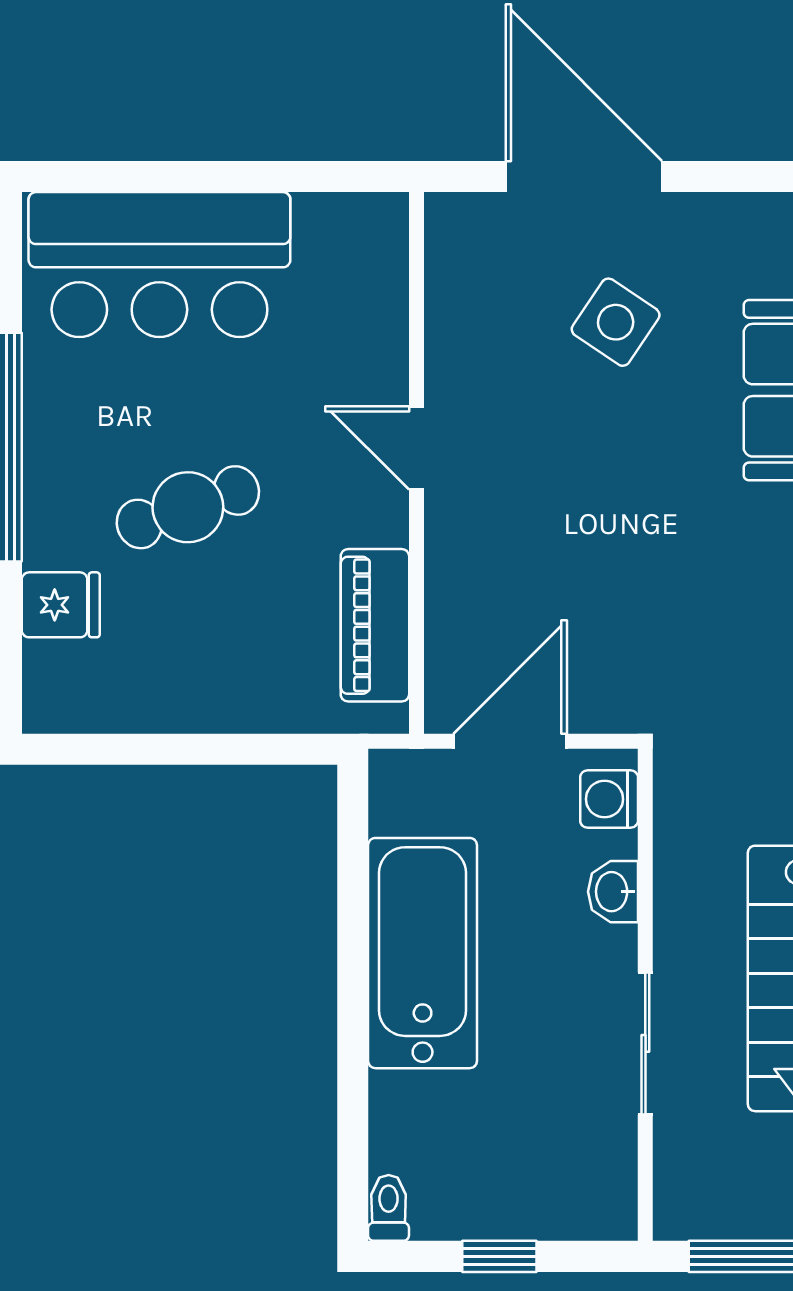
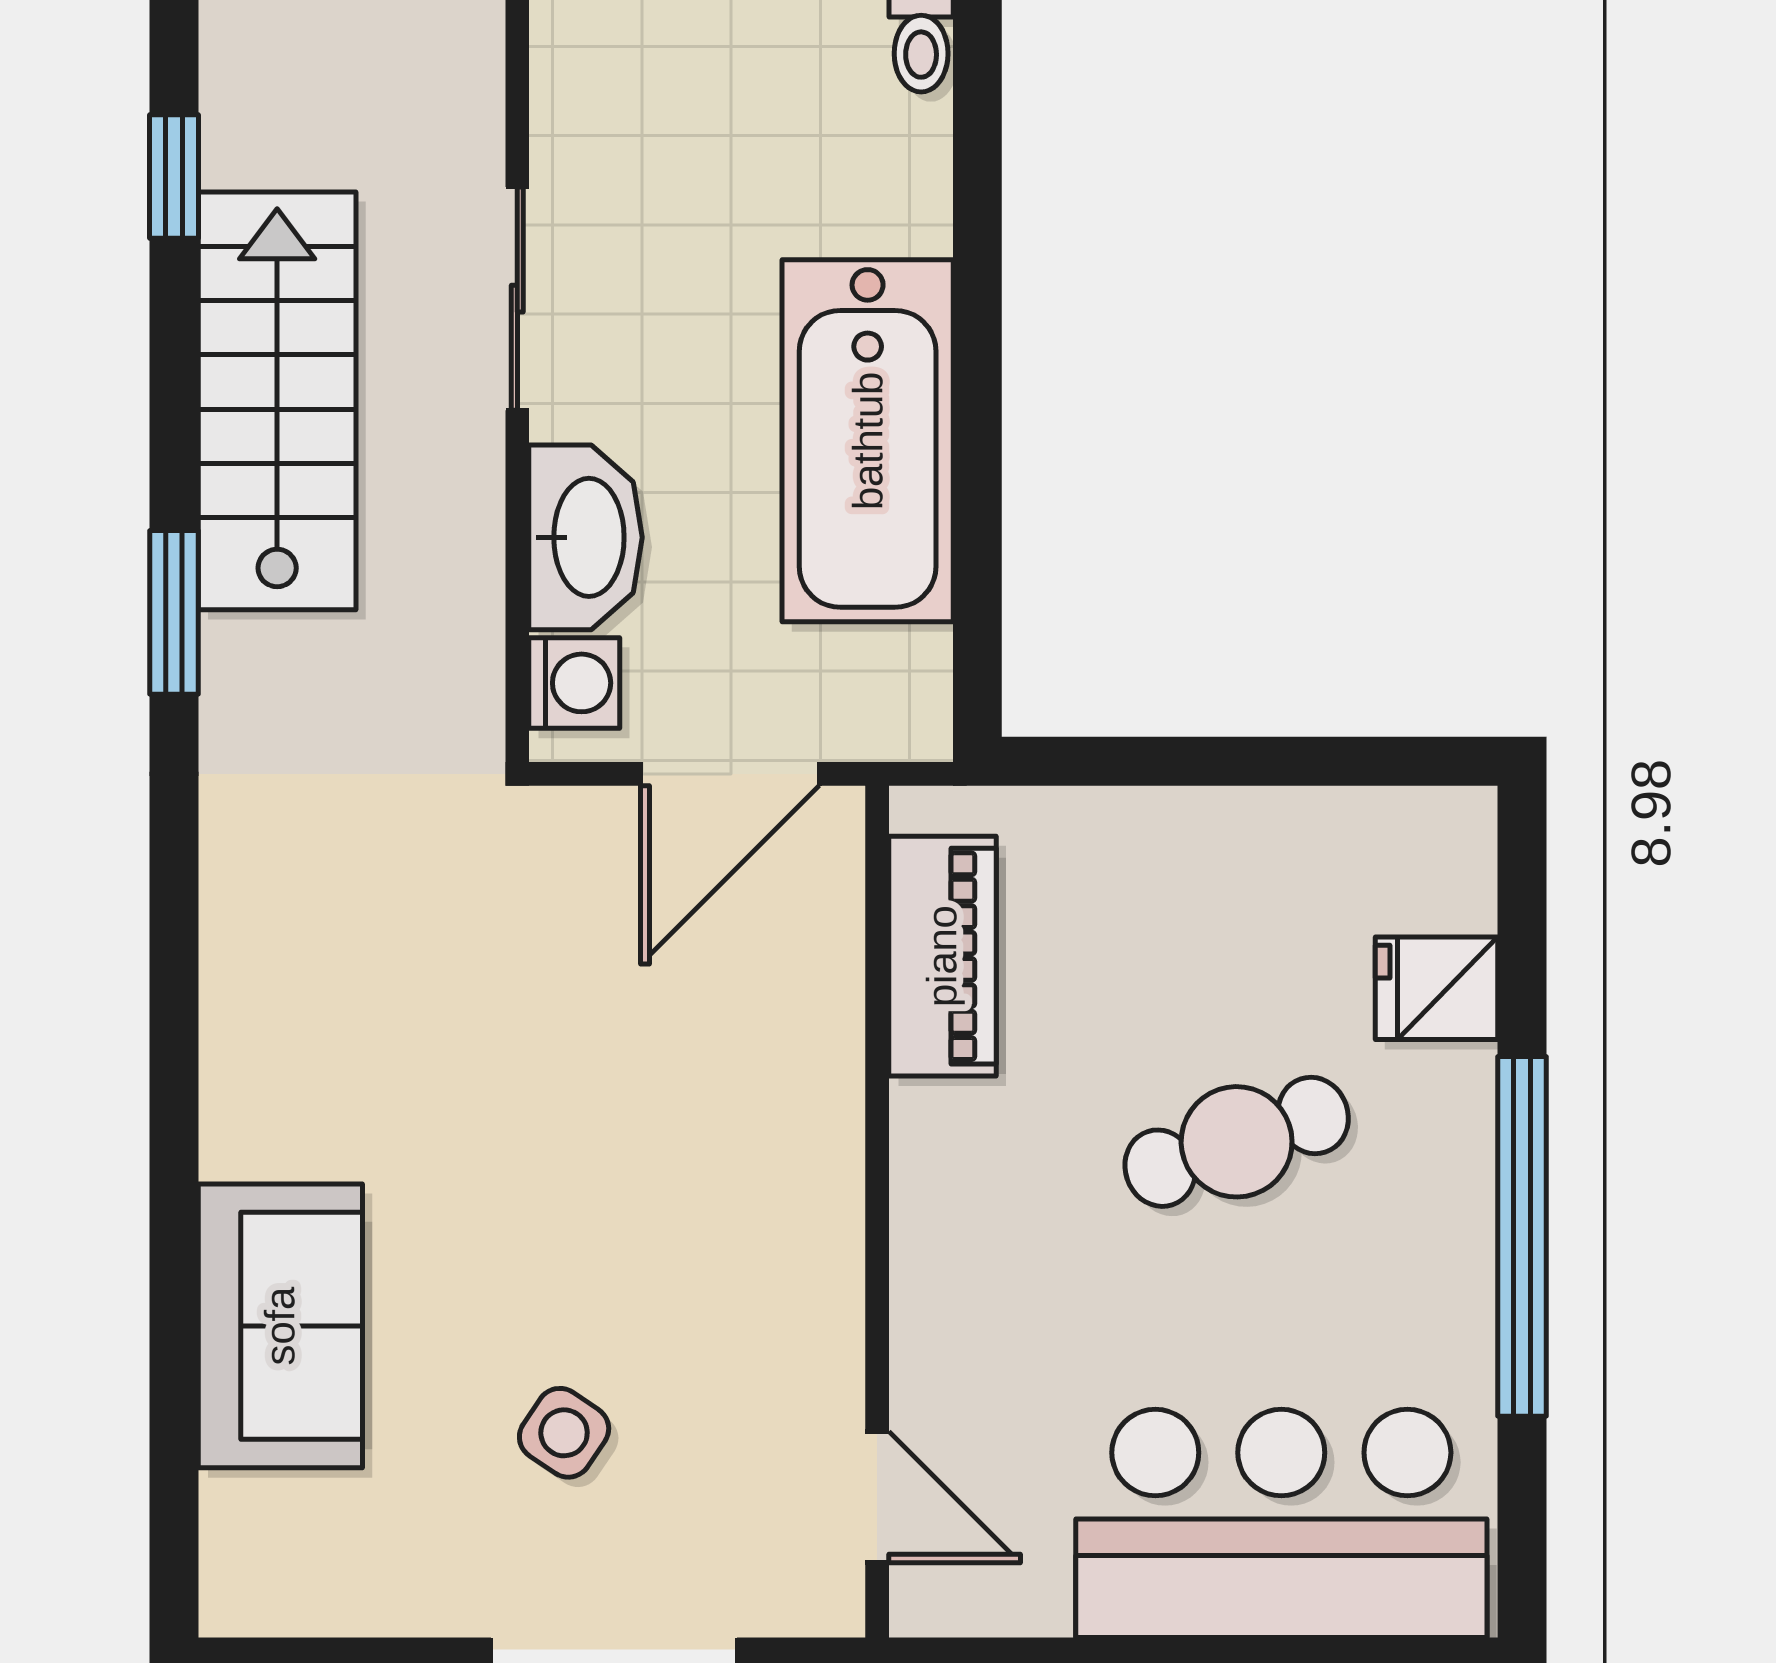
side table: (616, 322) -> (564, 1433), width x0.73, depth x0.73
door: (416, 448) -> (877, 1497), moved
washbasin: (613, 892) -> (586, 537), width x1.91, depth x1.45

